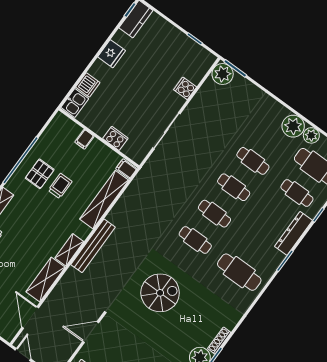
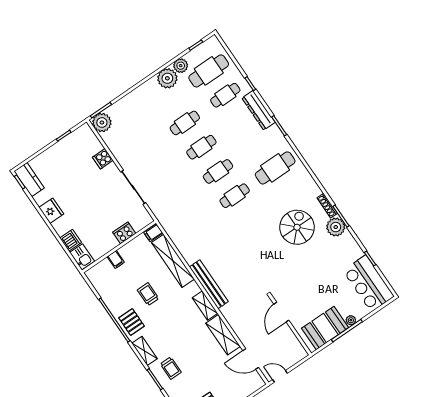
pallet: (40, 174) -> (132, 322), moved
spiral stairs: (160, 293) -> (297, 227), moved

